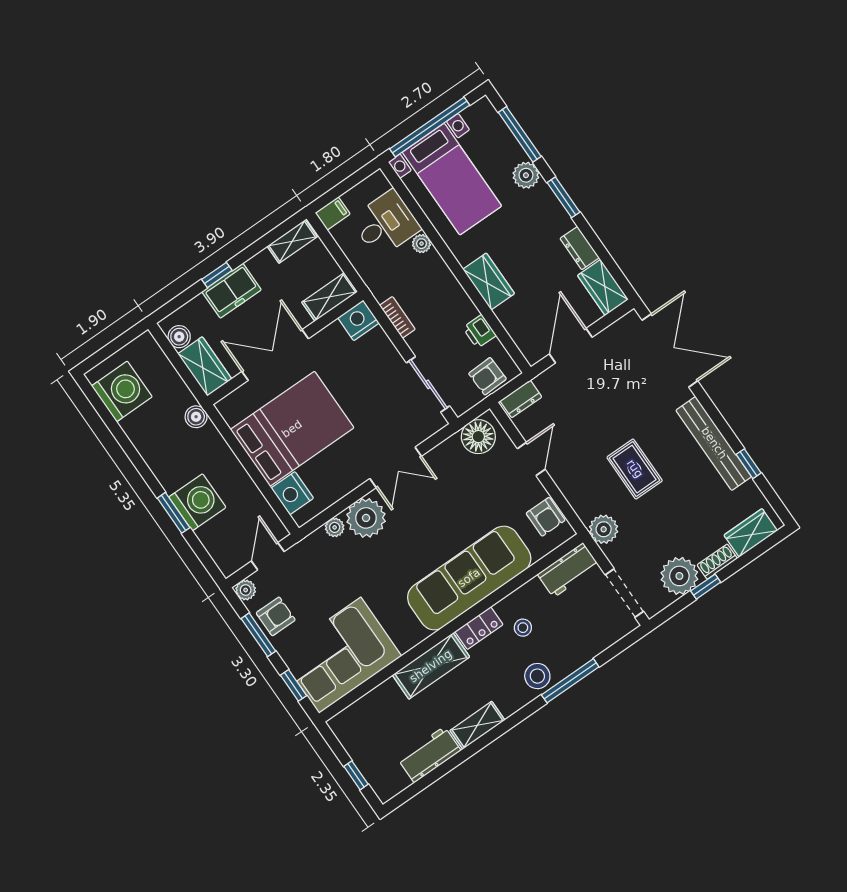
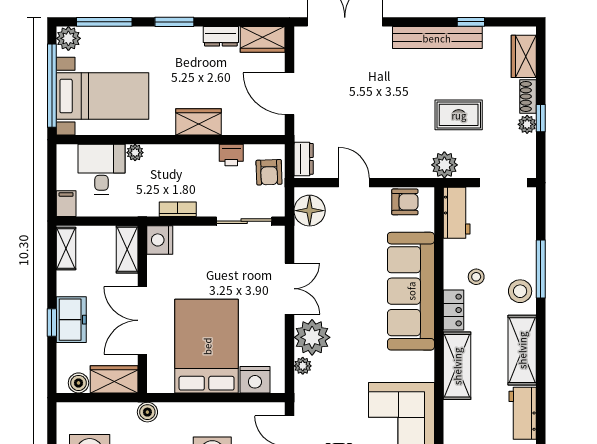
plant: (526, 175) -> (68, 38), moved
rug: (635, 469) -> (459, 115), moved
plant: (679, 576) -> (527, 124), width x0.53, depth x0.53
shelving: (477, 725) -> (522, 350), width x1.50, depth x1.33

